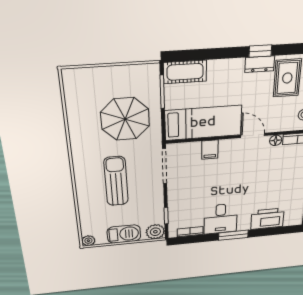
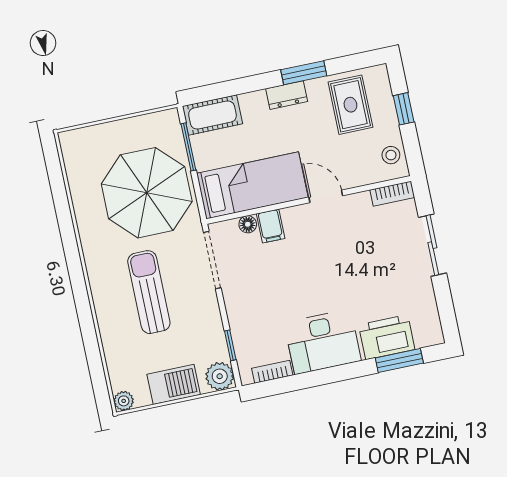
window: (260, 51) -> (304, 73), width x1.50
dresser: (260, 64) -> (287, 95), moved
parasol: (125, 119) -> (147, 193), width x1.36, depth x1.36
floor lamp: (276, 140) -> (248, 224), moved
desk: (221, 219) -> (323, 342), width x1.37
window: (233, 235) -> (399, 361), moved

